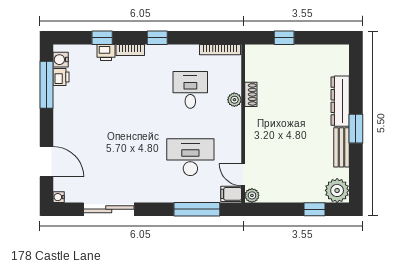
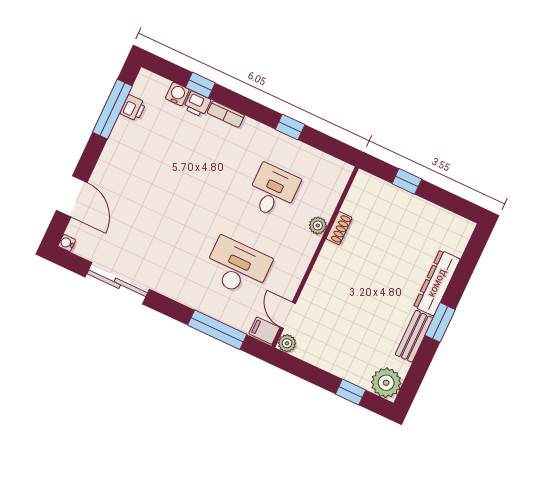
window: (157, 38) -> (290, 127), moved
bookcase: (220, 50) -> (328, 161), removed
water cooler: (61, 60) -> (177, 94), moved, turned 90

